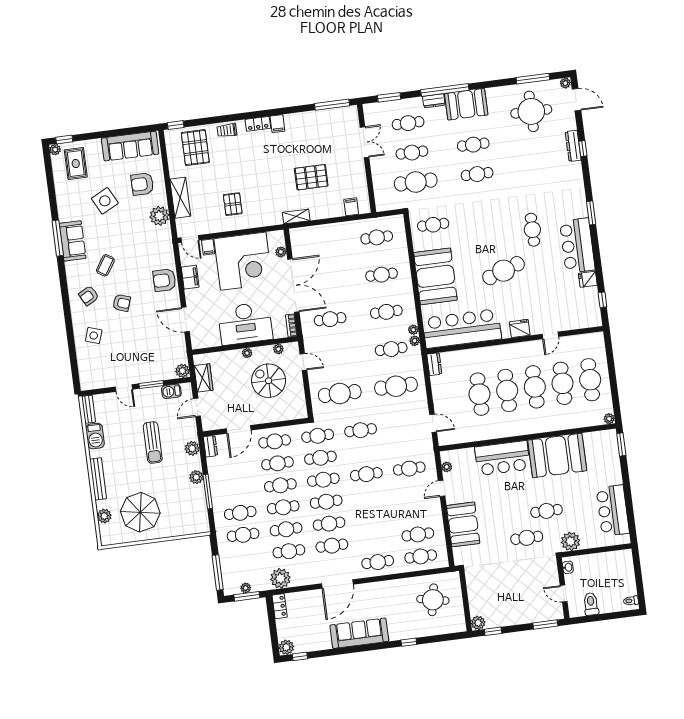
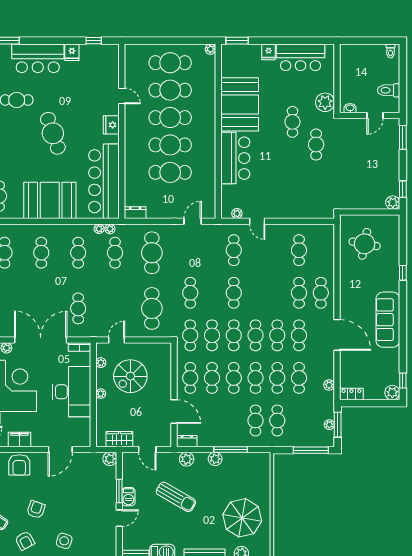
barbecue: (171, 391) -> (128, 497), moved
sun lounger: (153, 443) -> (176, 497), turned 30
fridge: (614, 478) -> (269, 52), added
booth: (463, 524) -> (295, 205), removed
cafe table: (421, 556) -> (299, 293), moved
plant: (280, 578) -> (329, 385), width x0.53, depth x0.53

